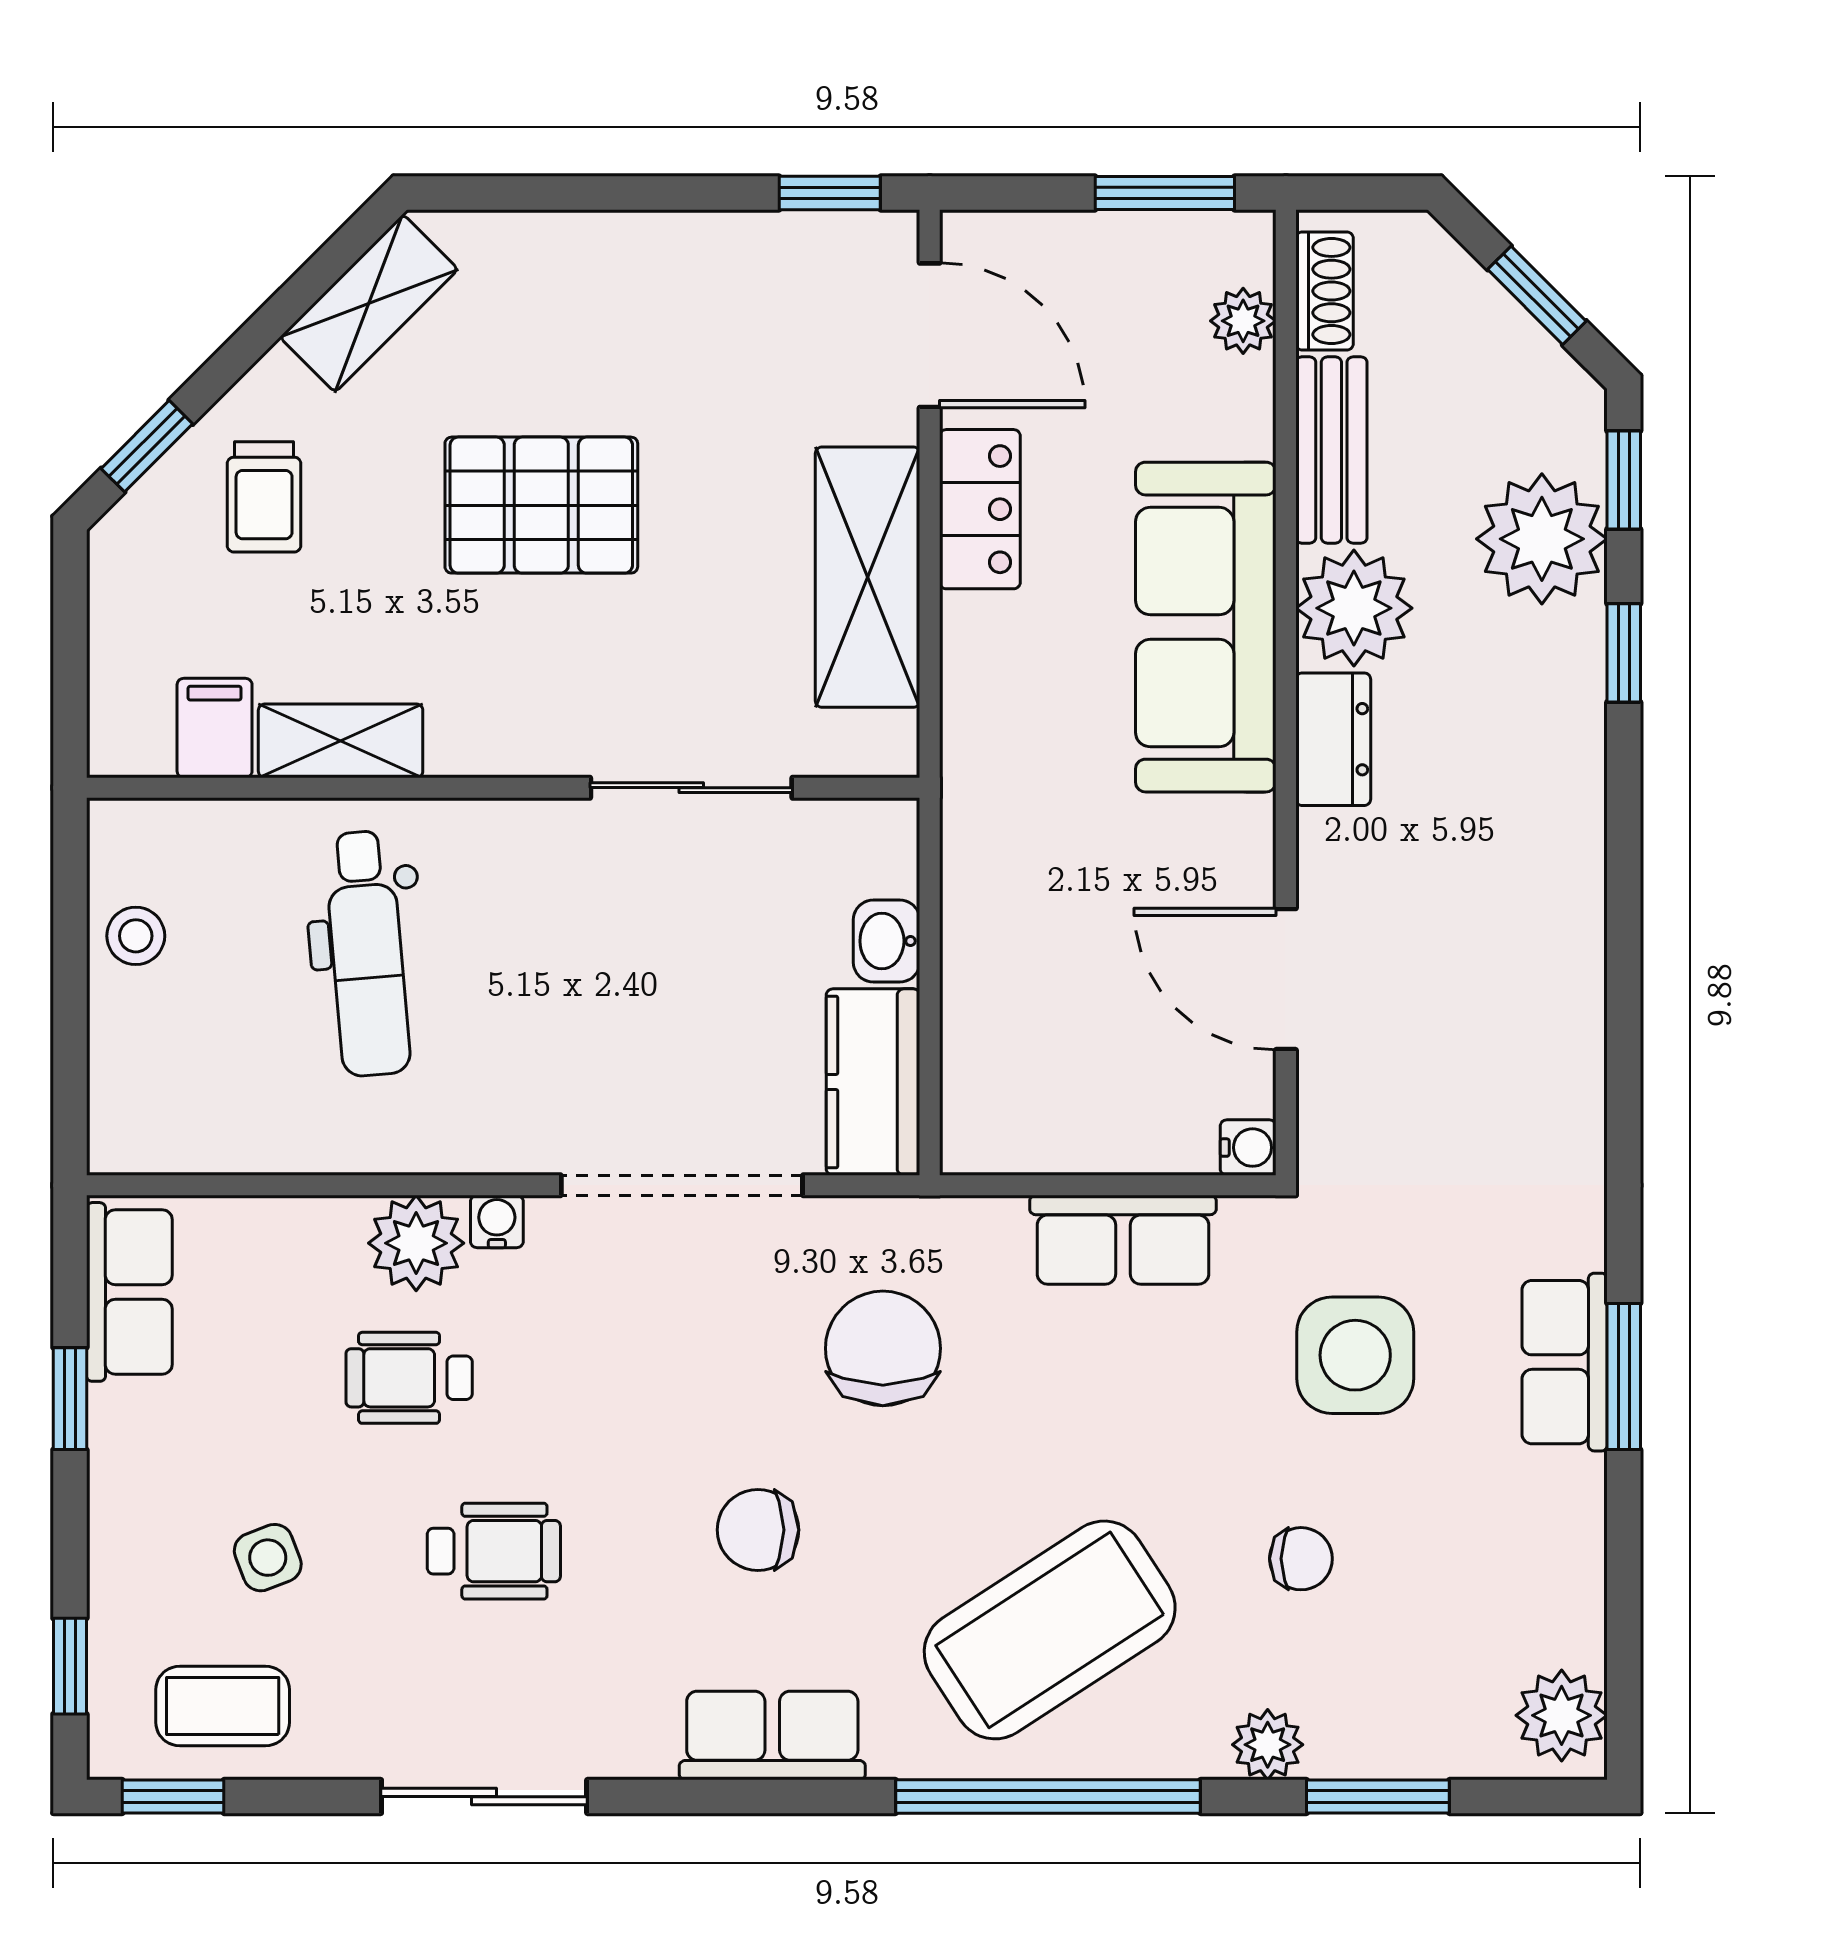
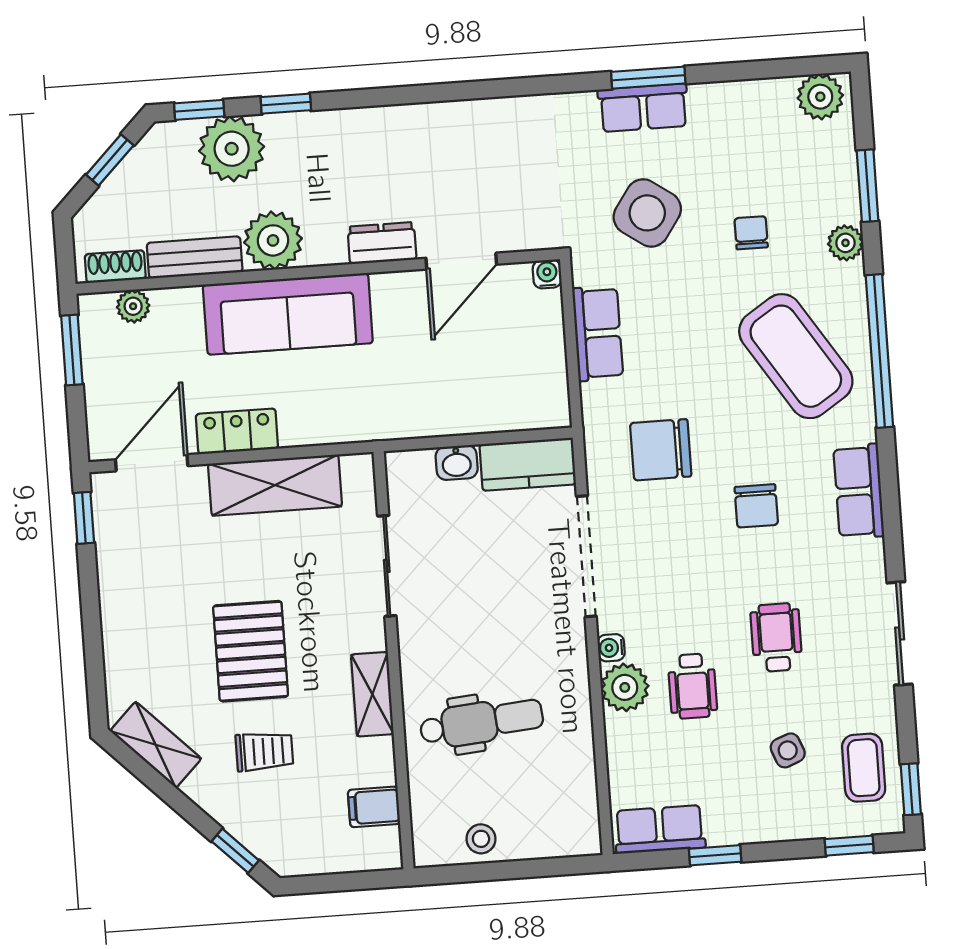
trolley: (264, 497) -> (264, 751), moved
dresser: (1333, 739) -> (382, 243), moved
shelving: (341, 741) -> (372, 694), moved
side table: (1355, 1355) -> (647, 213), turned 35

